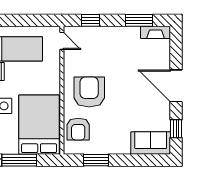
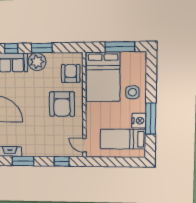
plant: (119, 144) -> (37, 62), added
window: (96, 160) -> (42, 48), moved
window: (151, 160) -> (11, 48), added

